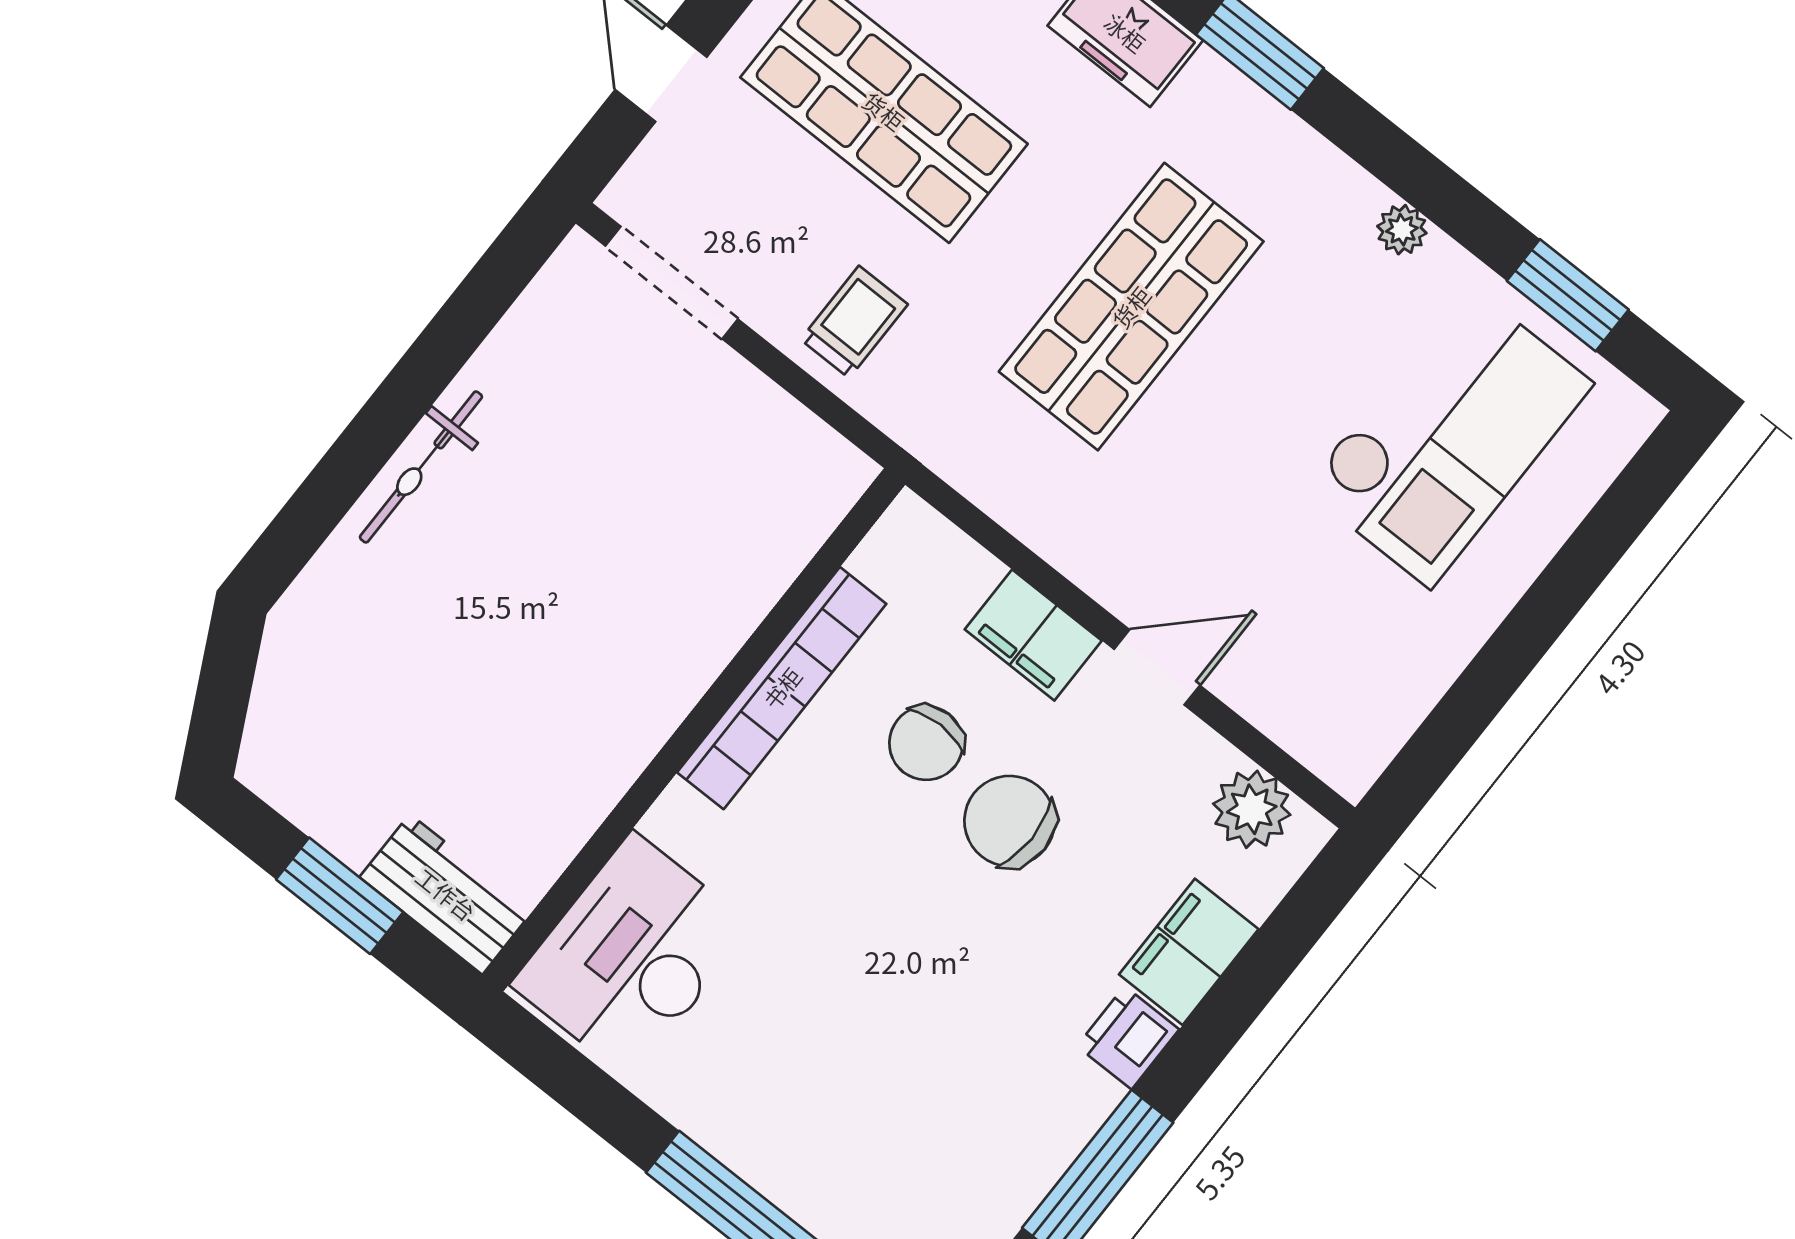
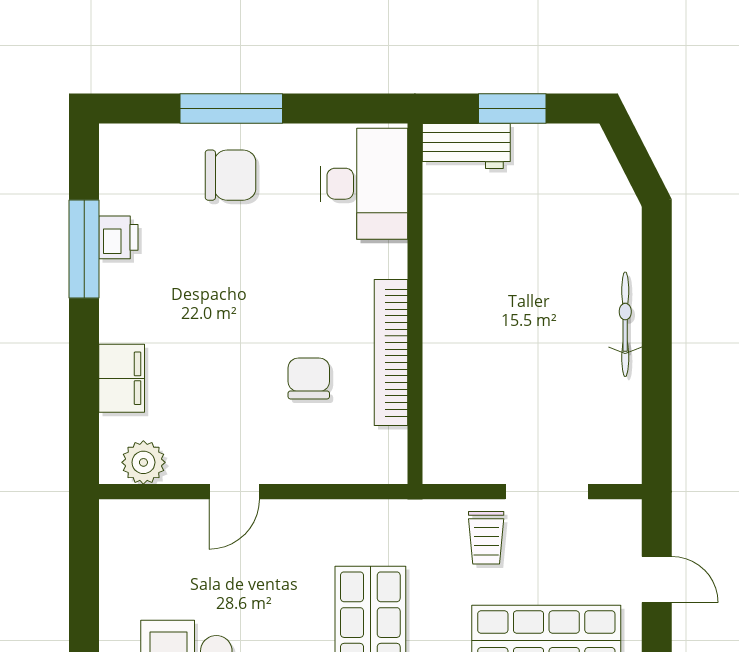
doorway: (672, 283) -> (547, 492), moved
filing cabinet: (1033, 635) -> (299, 463), removed
chair: (1010, 821) -> (230, 175), moved
printer: (1128, 1038) -> (118, 237), moved

